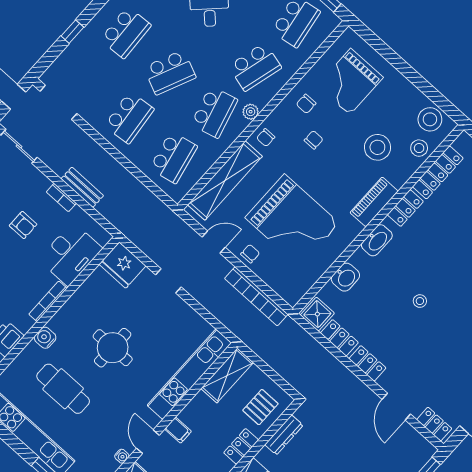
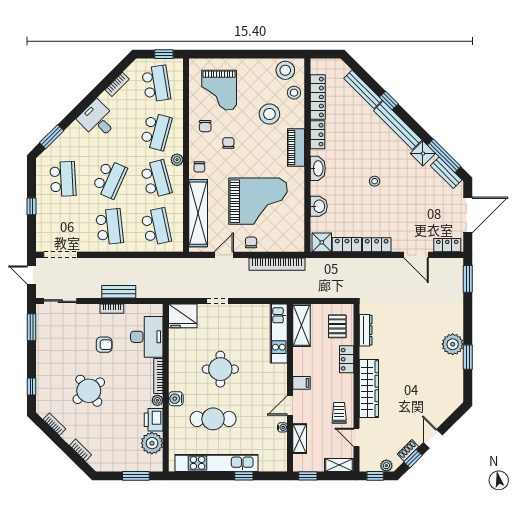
plant: (26, 323) -> (157, 400), added
kitchen unit: (189, 374) -> (279, 334), width x0.73
door: (148, 442) -> (290, 405), hinge flipped

